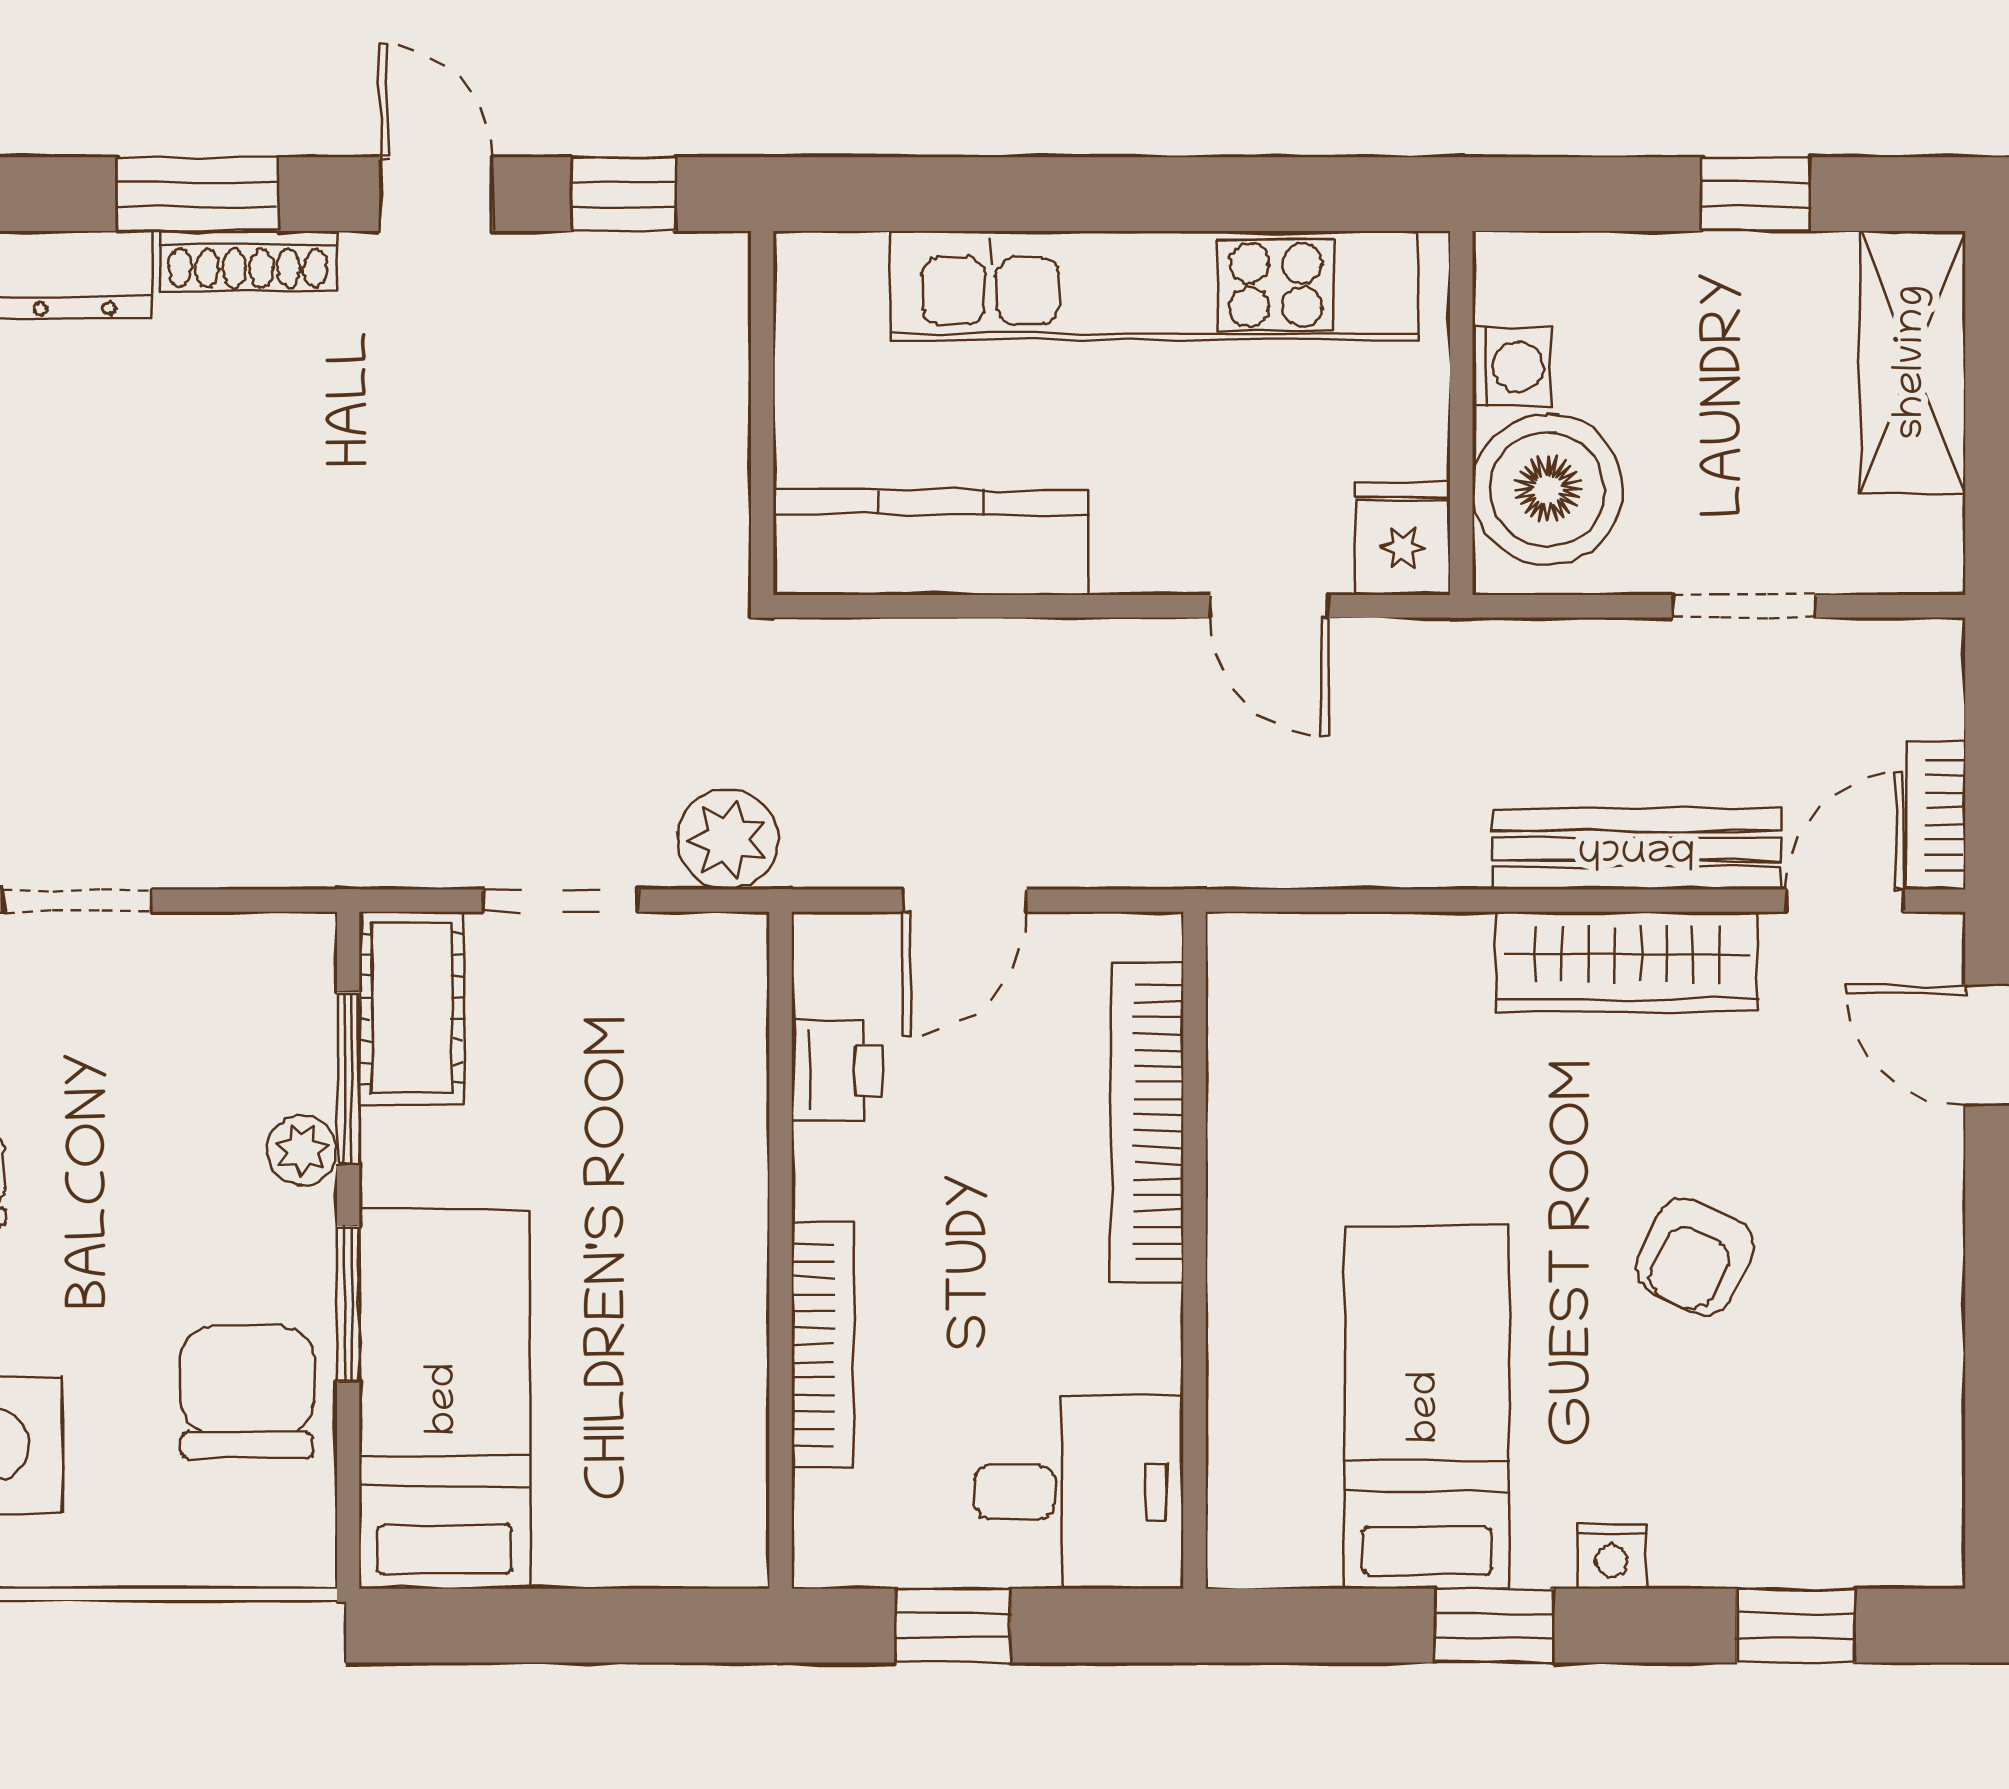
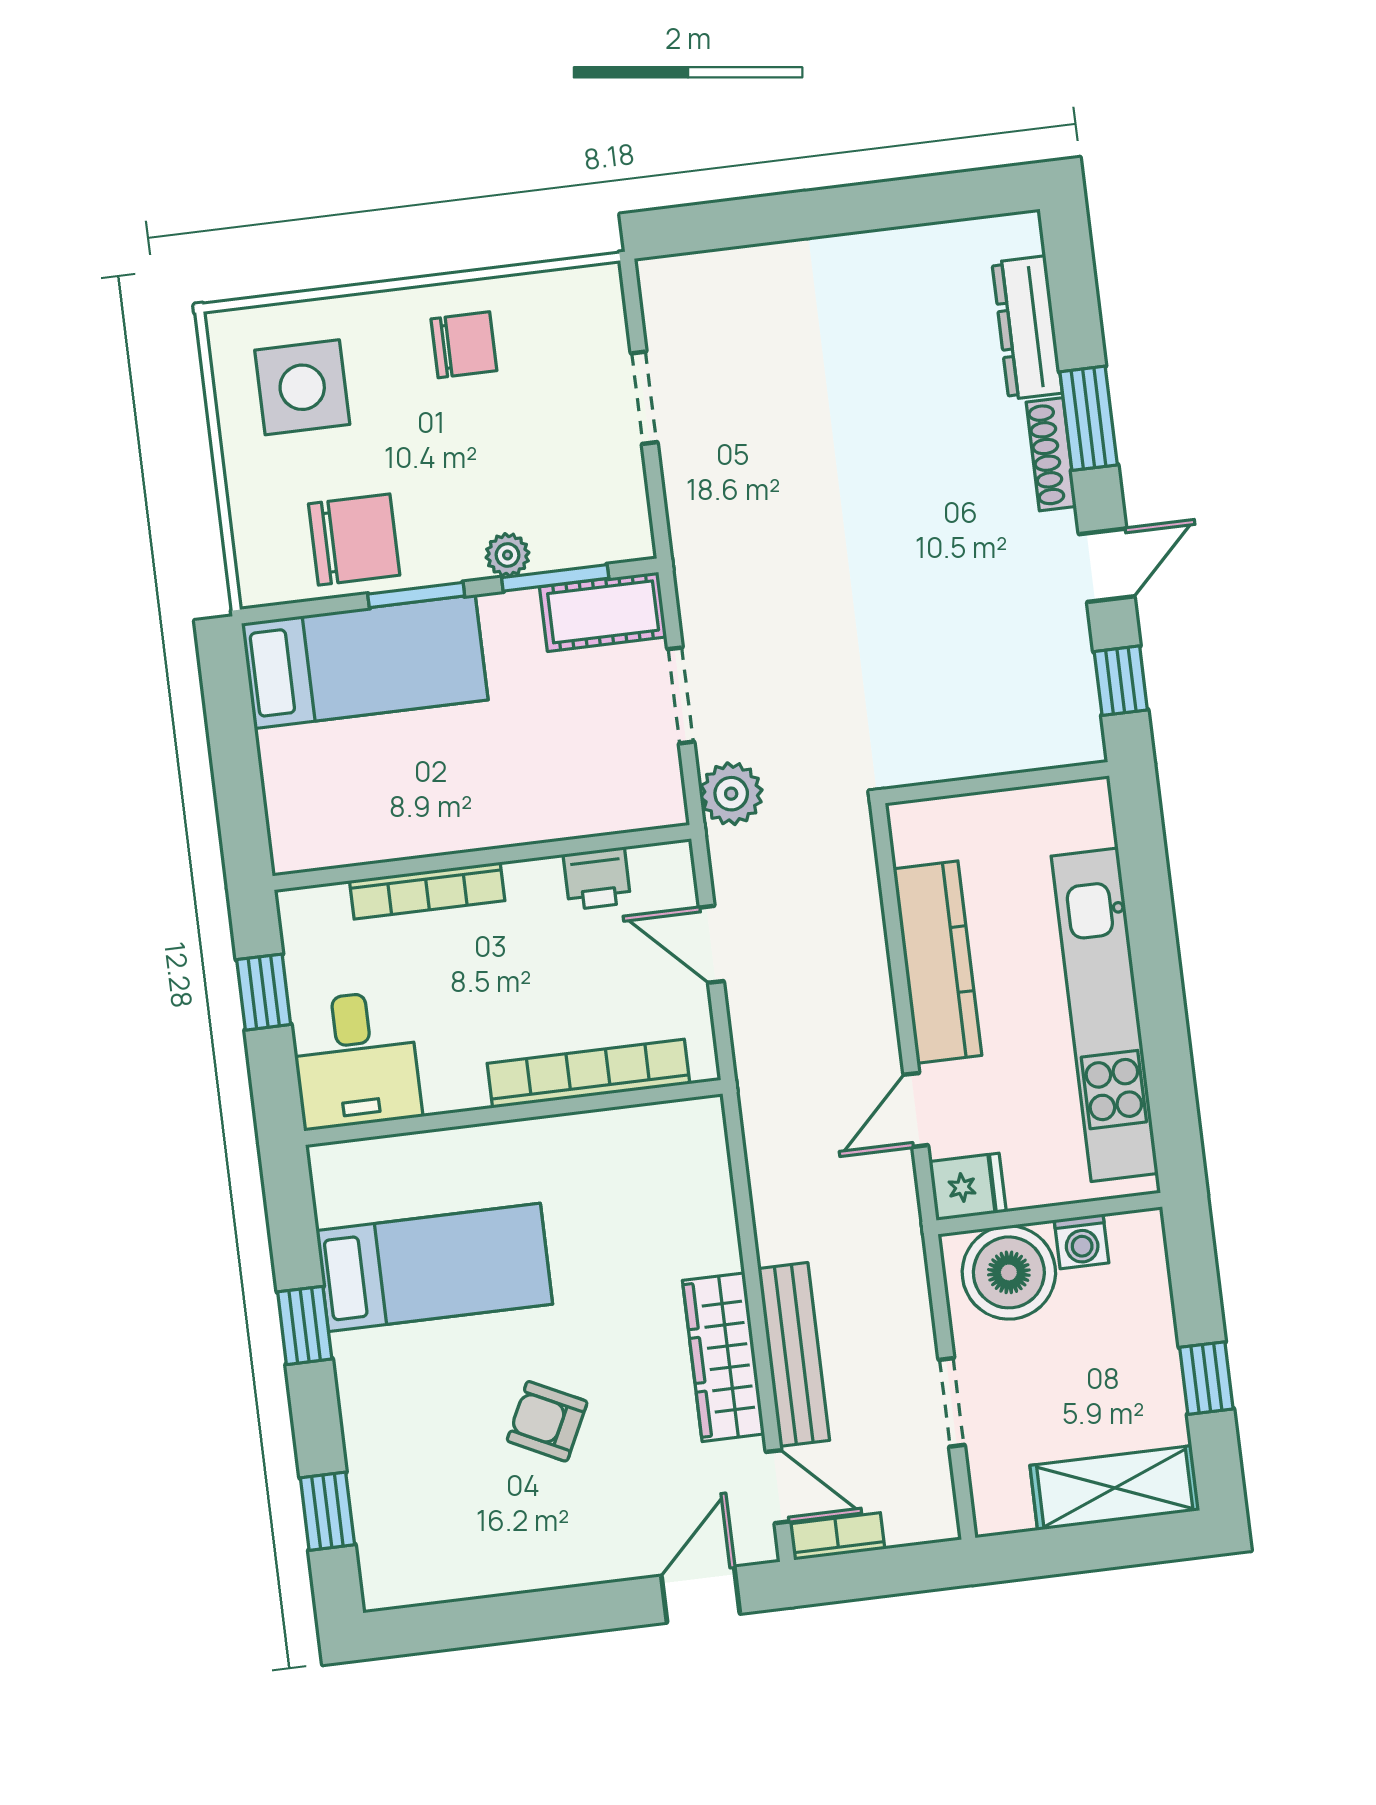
kitchen counter: (931, 543) -> (937, 962), moved
nightstand: (1612, 1556) -> (357, 1393), removed

